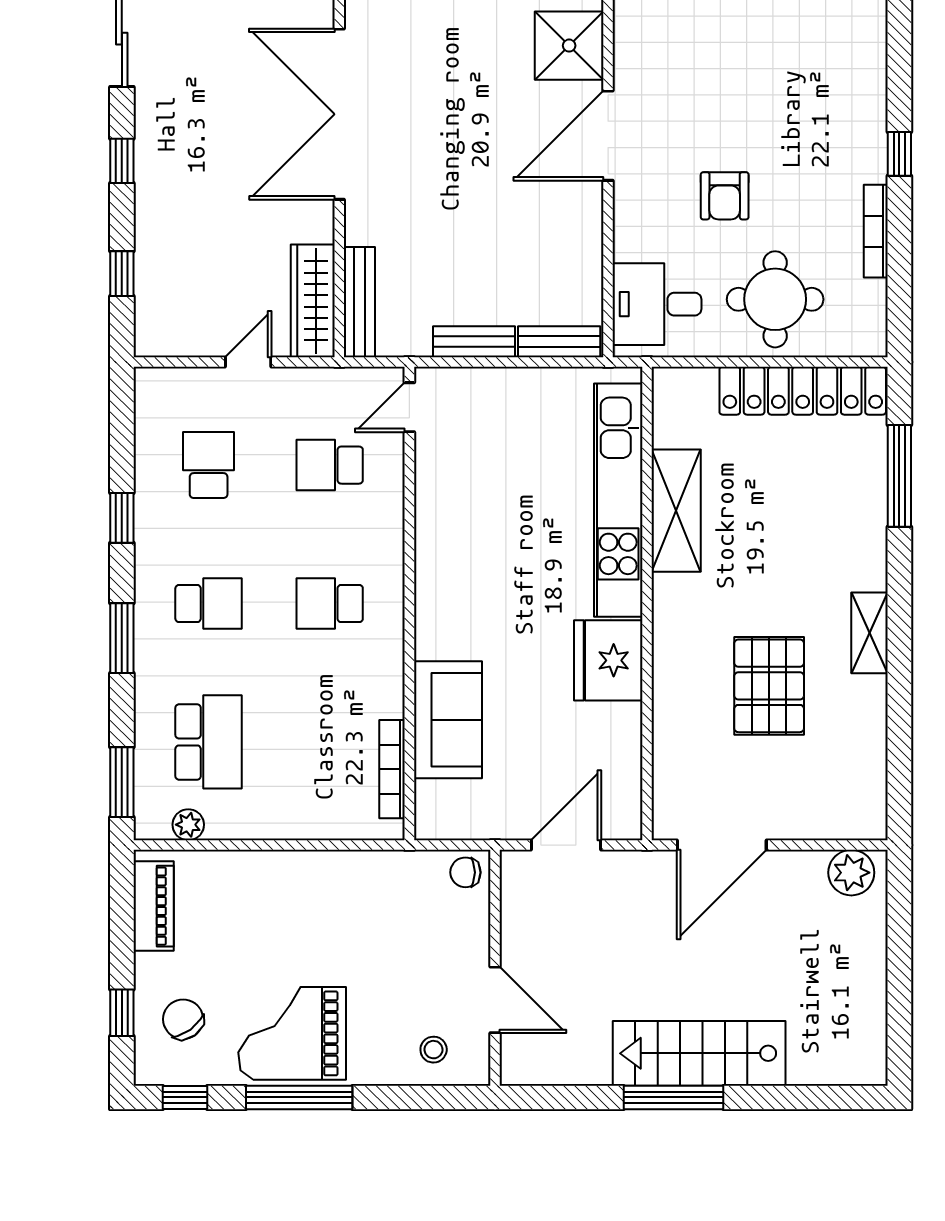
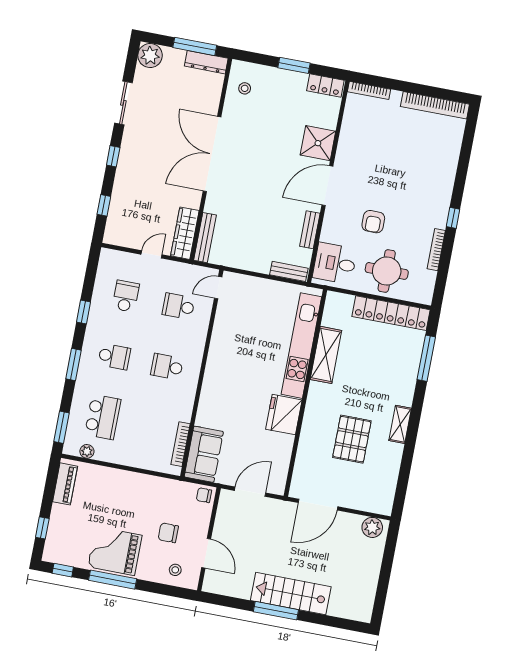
bench: (474, 342) -> (310, 230), moved, turned 90
sofa: (448, 720) -> (204, 454), moved
chair: (183, 1019) -> (168, 533), moved, turned -54

